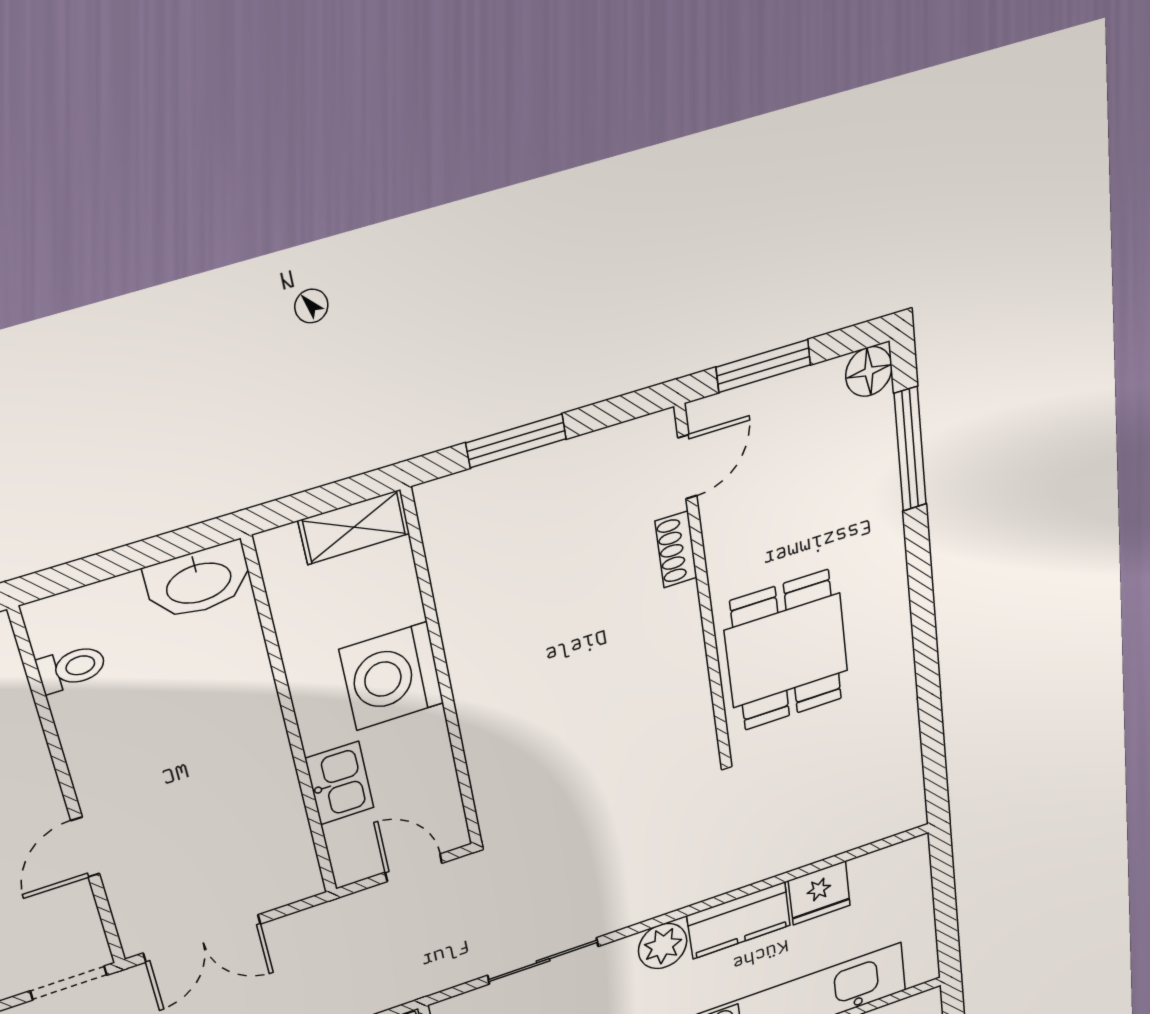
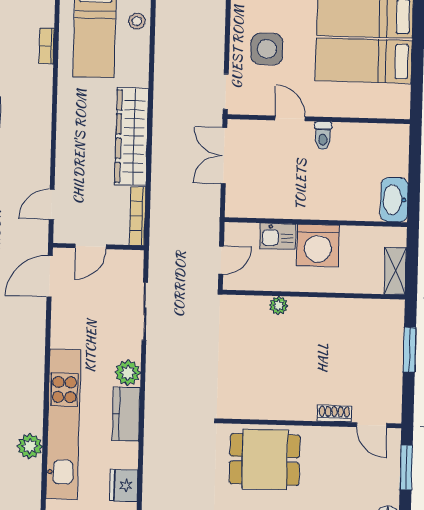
toilet: (71, 668) -> (323, 136), moved
washing machine: (392, 676) -> (318, 245), moved, turned 180
plant: (480, 732) -> (279, 305), added
fridge: (819, 893) -> (124, 485), moved

